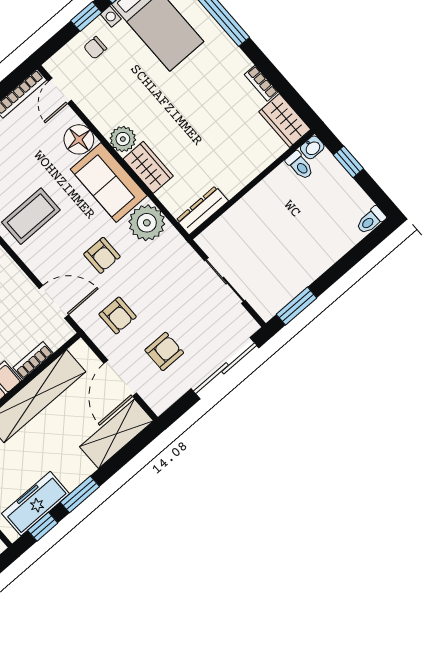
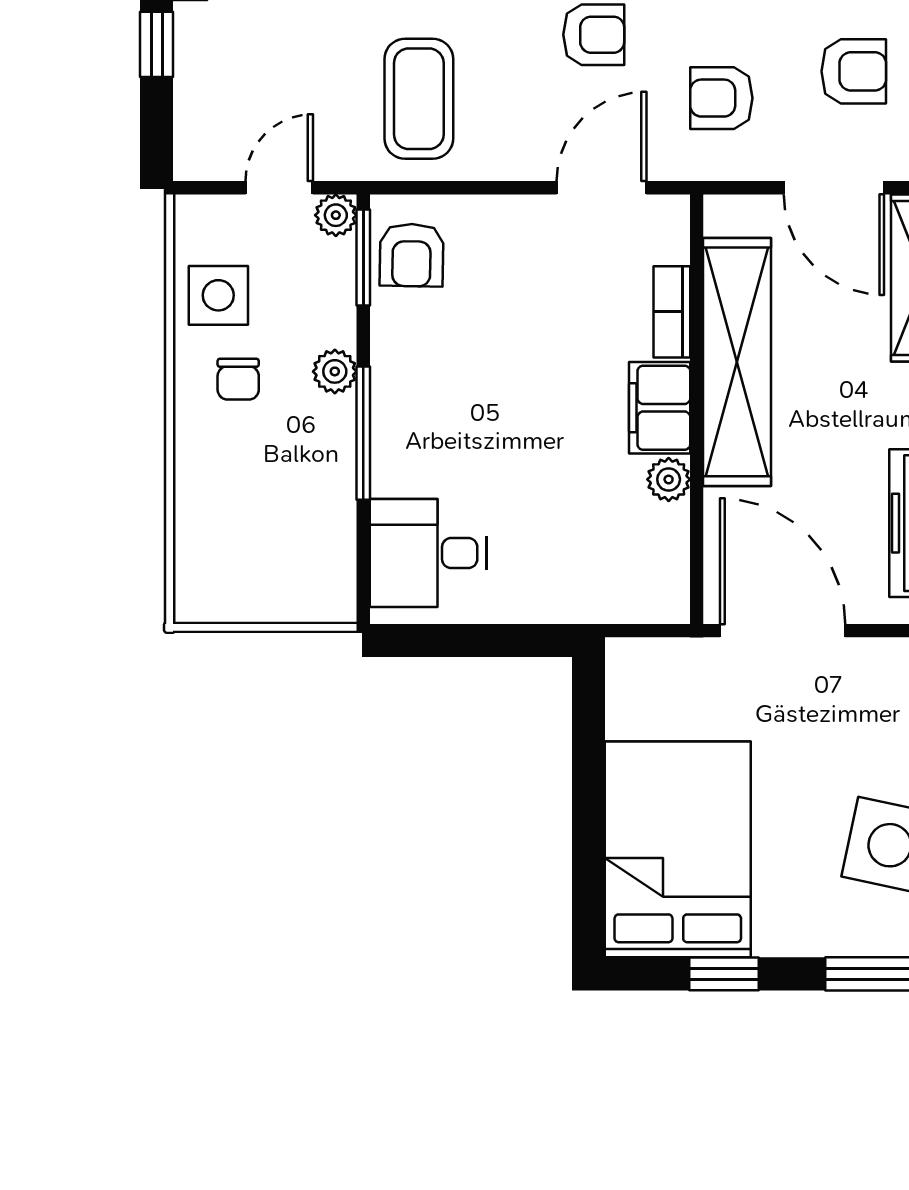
armchair: (118, 315) -> (721, 98), turned 180
armchair: (164, 351) -> (854, 71), turned 90

